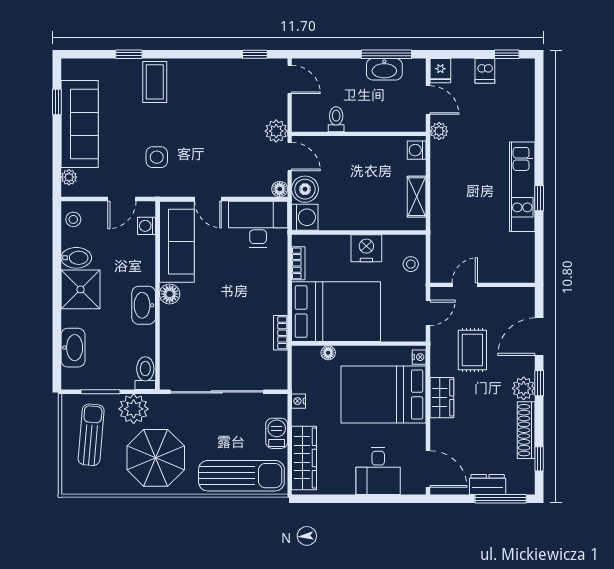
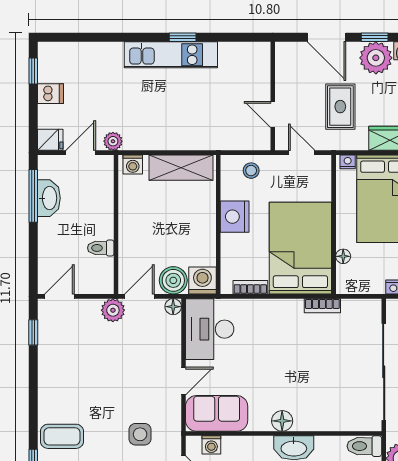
shelving: (417, 197) -> (181, 168), width x1.50, depth x1.33
sofa: (177, 242) -> (217, 413), width x0.73
rug: (472, 350) -> (340, 107), turned 90
plant: (524, 388) -> (376, 58), width x1.36, depth x1.36

